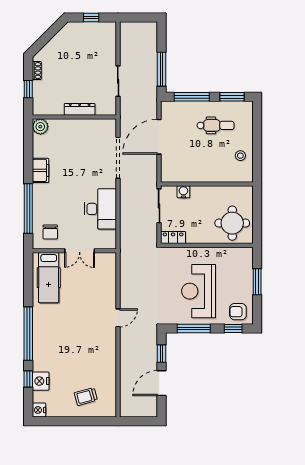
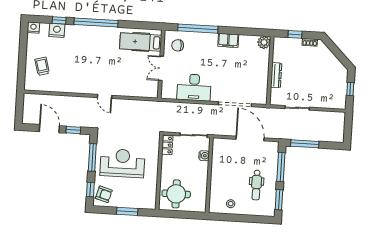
armchair: (238, 312) -> (104, 194), turned 106

